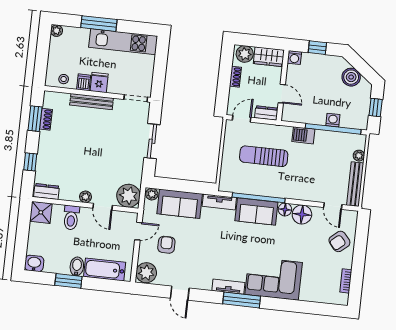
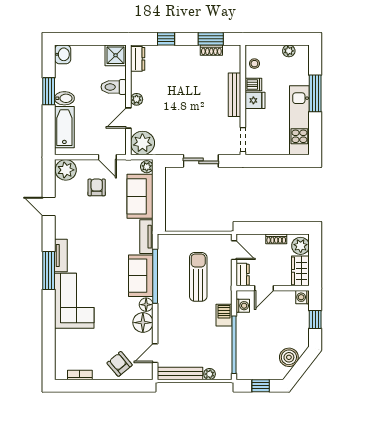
plant: (57, 31) -> (289, 51), moved
washing machine: (333, 120) -> (243, 306), moved
armchair: (166, 245) -> (97, 187), turned -90
door: (180, 293) -> (49, 206), hinge flipped

